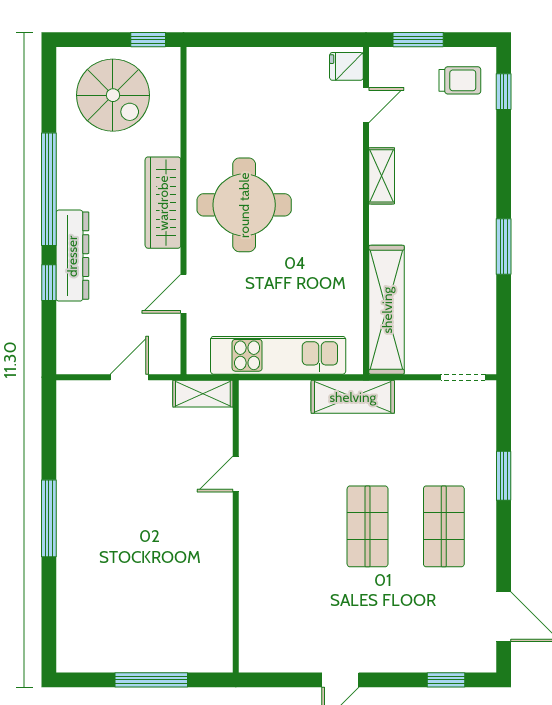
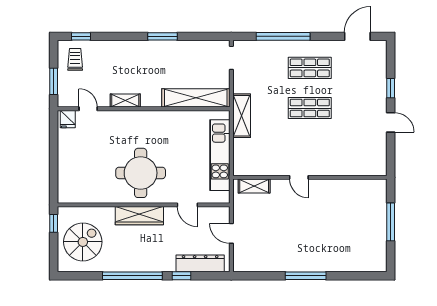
dresser: (72, 256) -> (200, 263), moved
shelving: (203, 394) -> (254, 186), moved, turned 90
door: (236, 474) -> (299, 177), moved
window: (504, 476) -> (283, 36), width x2.11
window: (446, 680) -> (391, 88), moved

